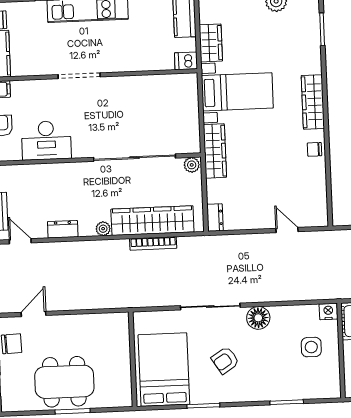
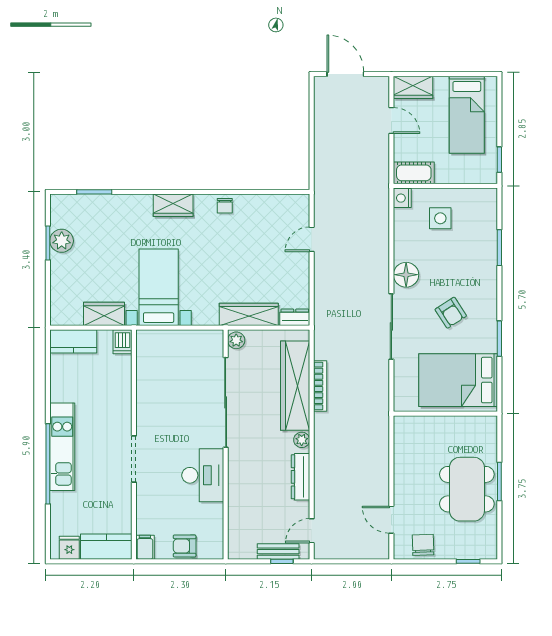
wardrobe: (313, 102) -> (173, 205), width x0.67
desk: (46, 140) -> (203, 475), moved
wardrobe: (215, 151) -> (249, 314), moved
dresser: (63, 229) -> (300, 477), width x1.44

